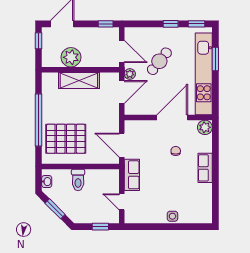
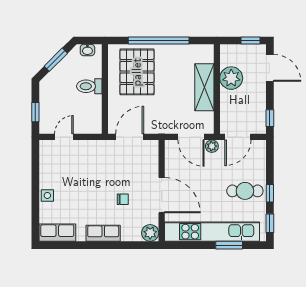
cafe table: (159, 61) -> (245, 191), moved, turned -39
row of seats: (132, 175) -> (57, 233), moved, turned 180

